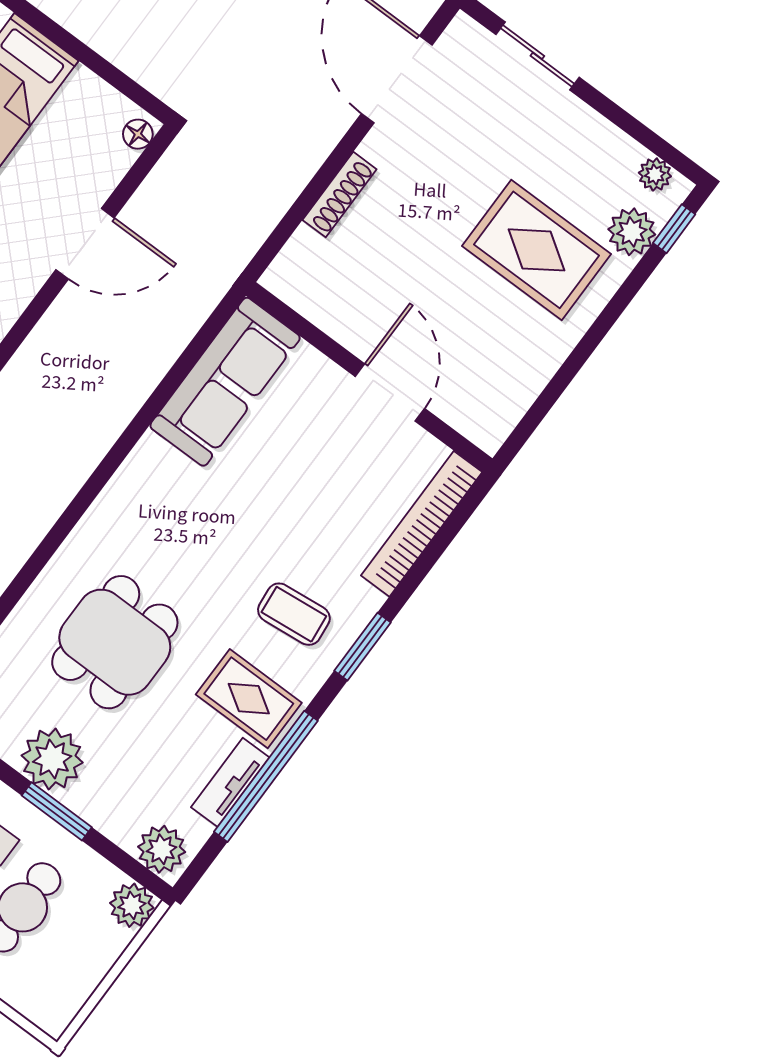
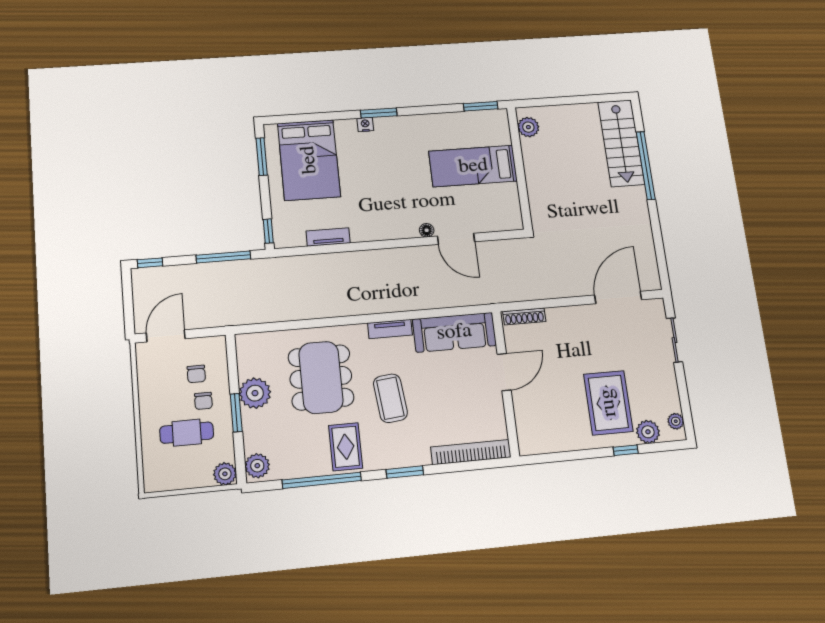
floor lamp: (138, 134) -> (427, 230), moved
shoe rack: (339, 195) -> (524, 316), moved
window: (674, 229) -> (626, 450), moved
door: (390, 393) -> (504, 372), moved
coffee table: (294, 614) -> (390, 398), moved, width x1.36, depth x1.30
dining table: (115, 642) -> (321, 377), width x1.38
tv unit: (230, 782) -> (390, 329), moved, turned 180

